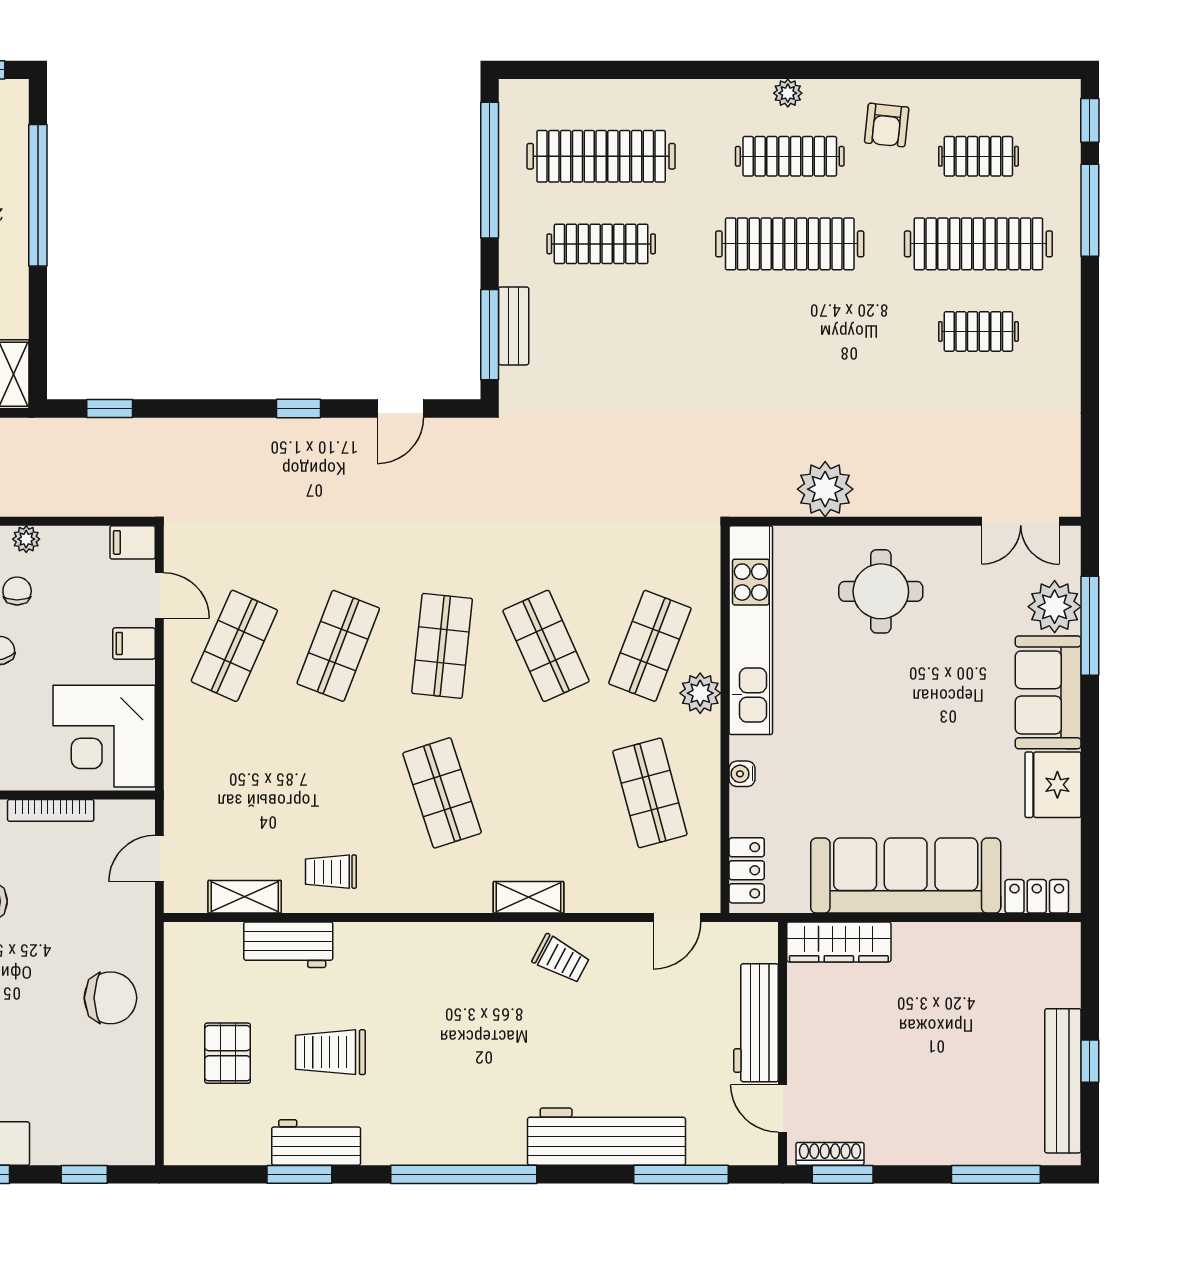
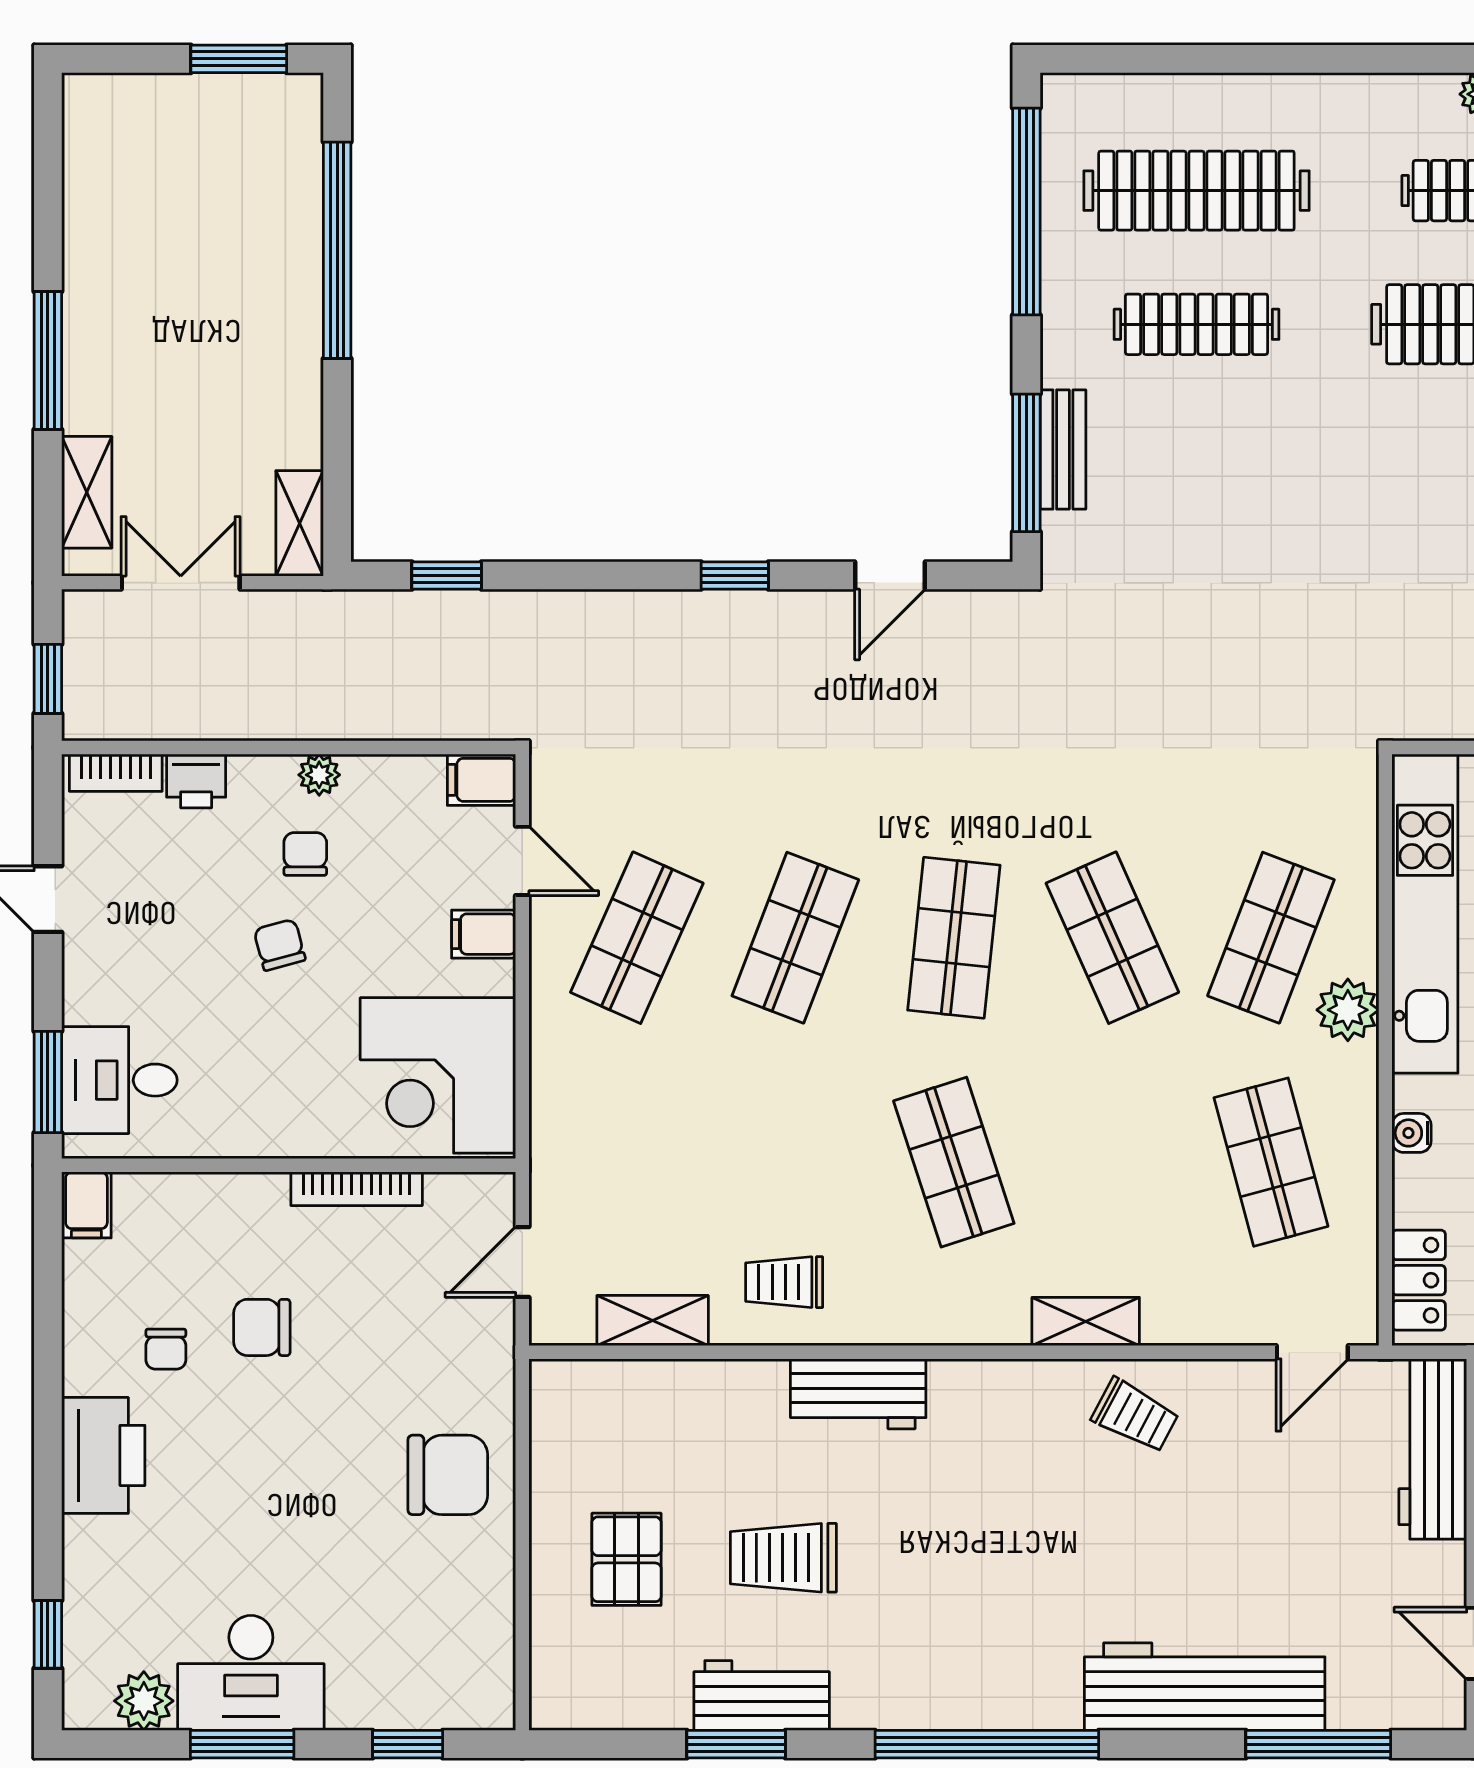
workbench: (288, 945) -> (858, 1394), moved
workbench: (756, 1023) -> (1433, 1449), moved

